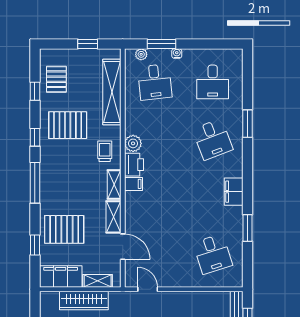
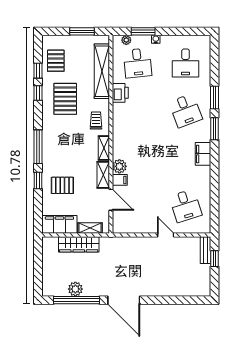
window: (88, 44) -> (82, 31), width x1.50
pallet: (68, 125) -> (65, 99), turned 90
window: (35, 137) -> (38, 93), moved
plant: (133, 143) -> (119, 166), moved
printer: (134, 165) -> (120, 93), moved
filing cabinet: (133, 184) -> (120, 180), moved
window: (248, 228) -> (214, 129), moved
pallet: (64, 229) -> (62, 185), width x0.67, depth x0.71
window: (35, 245) -> (38, 180), moved
door: (148, 289) -> (166, 235), moved

